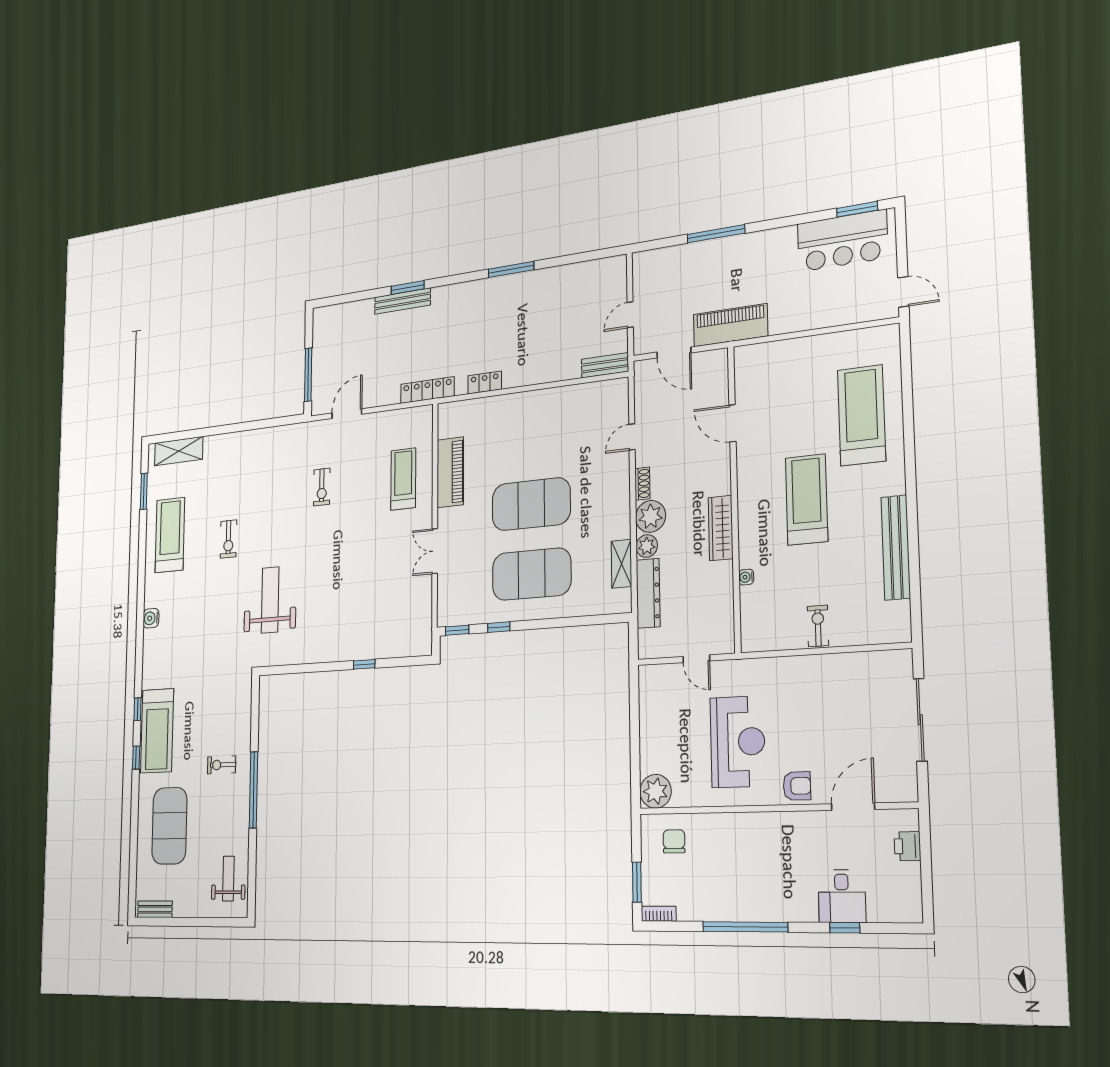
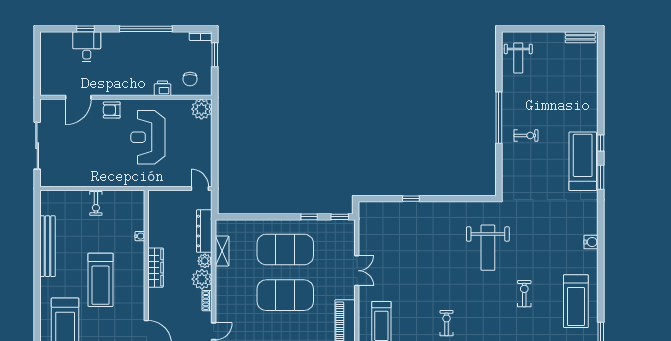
door: (696, 659) -> (200, 189), moved
window: (137, 709) -> (601, 177), width x1.50
exercise mat: (169, 826) -> (570, 95), removed
printer: (907, 846) -> (163, 88), moved, turned -90

